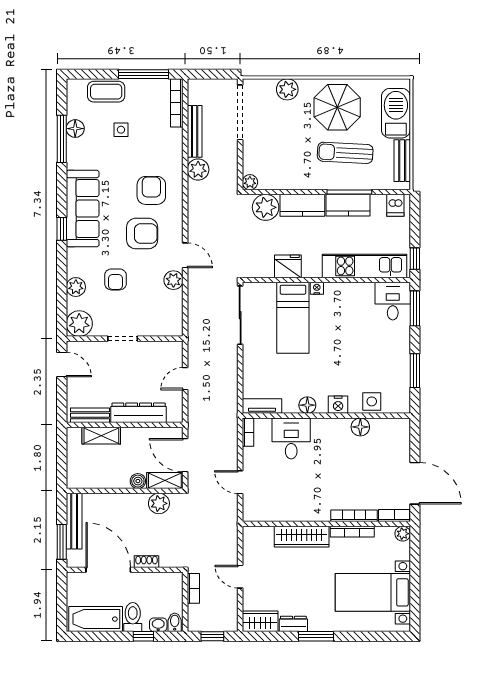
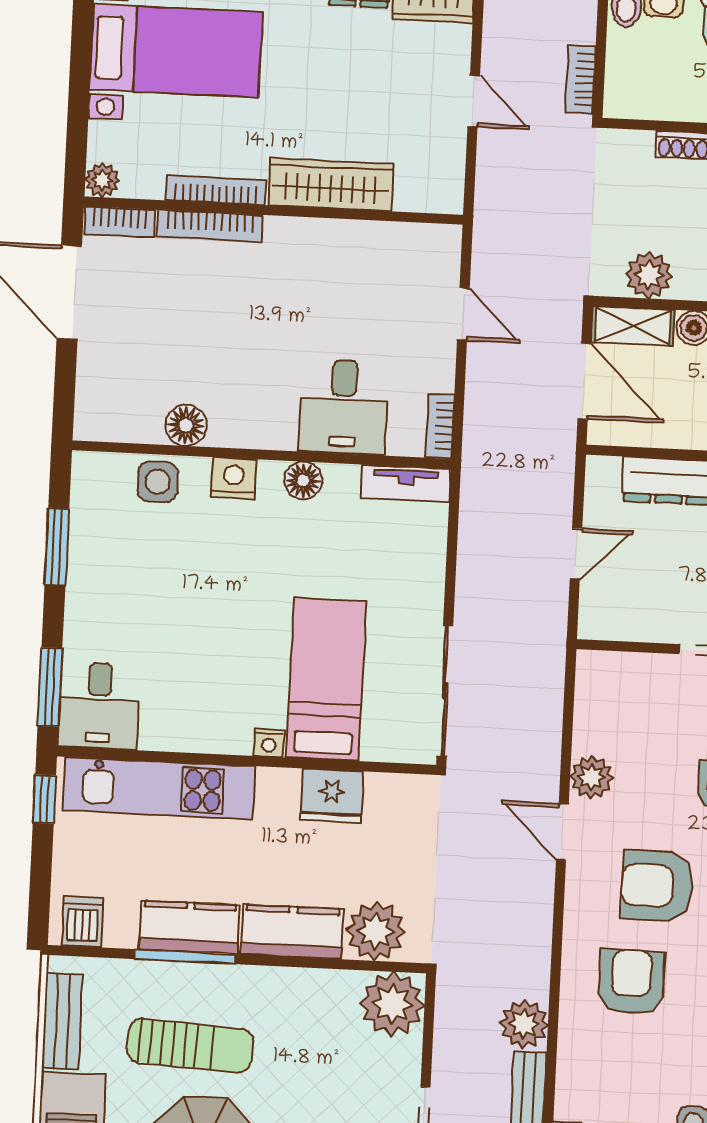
plant: (250, 182) -> (392, 1004), width x1.87, depth x1.87
armchair: (151, 190) -> (631, 982), turned 180

